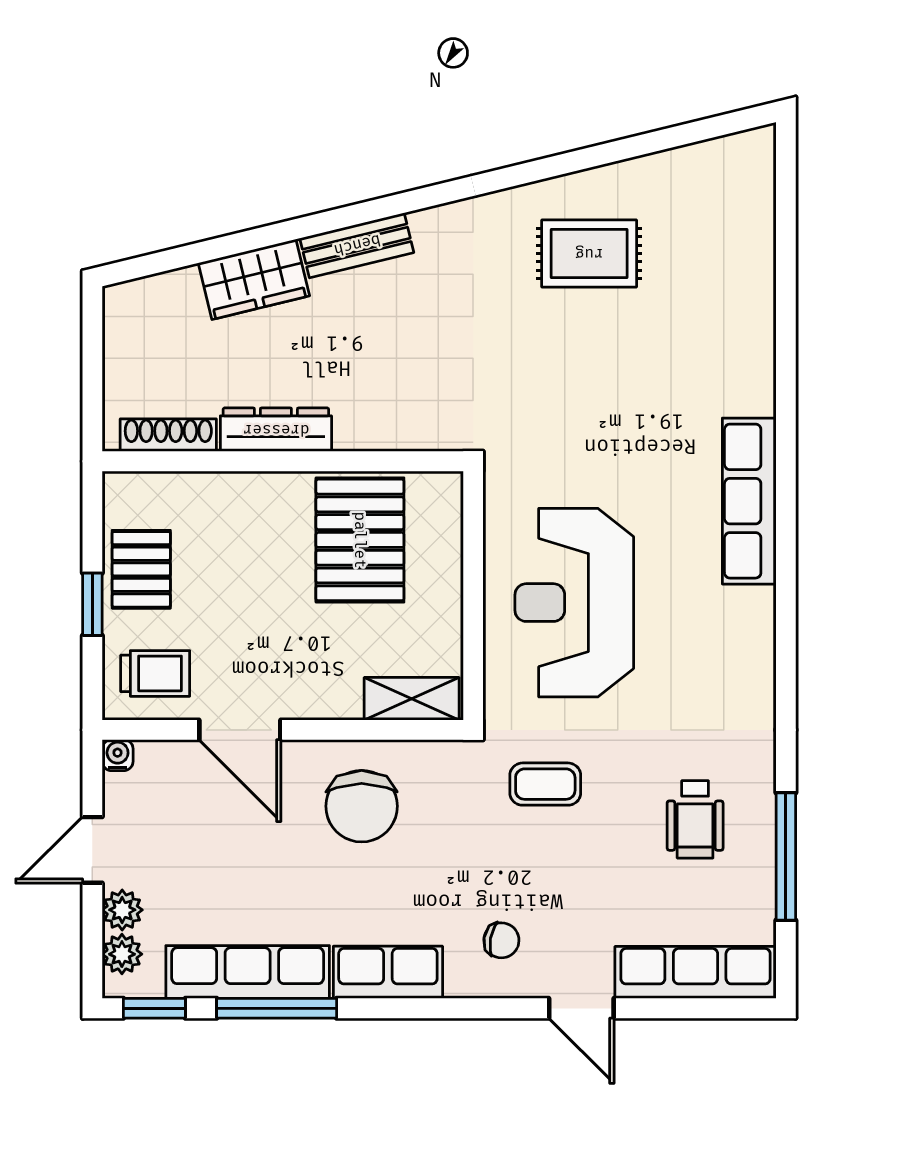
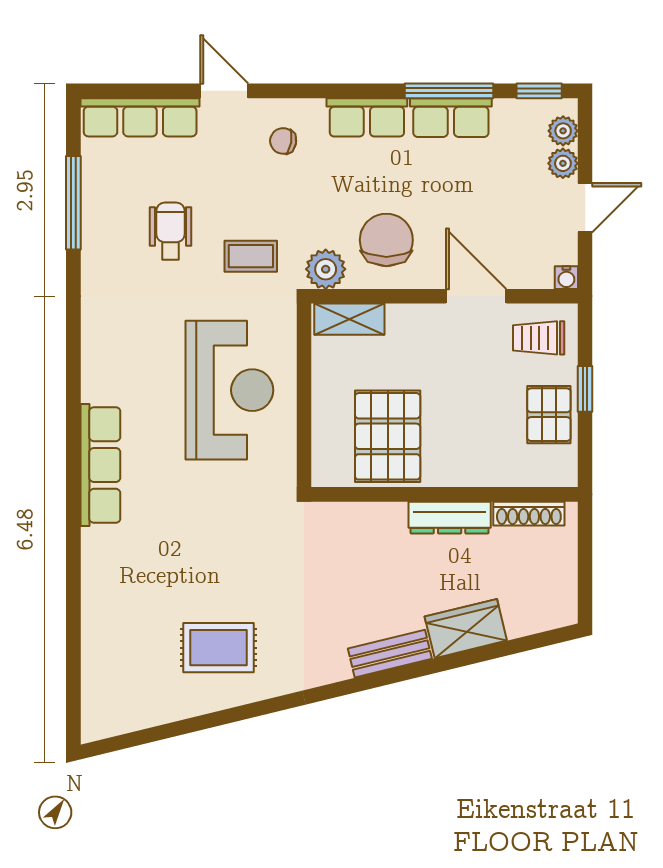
plant: (444, 766) -> (326, 269), added
wheelchair: (695, 819) -> (170, 231), moved
row of seats: (248, 972) -> (451, 118), width x0.68

